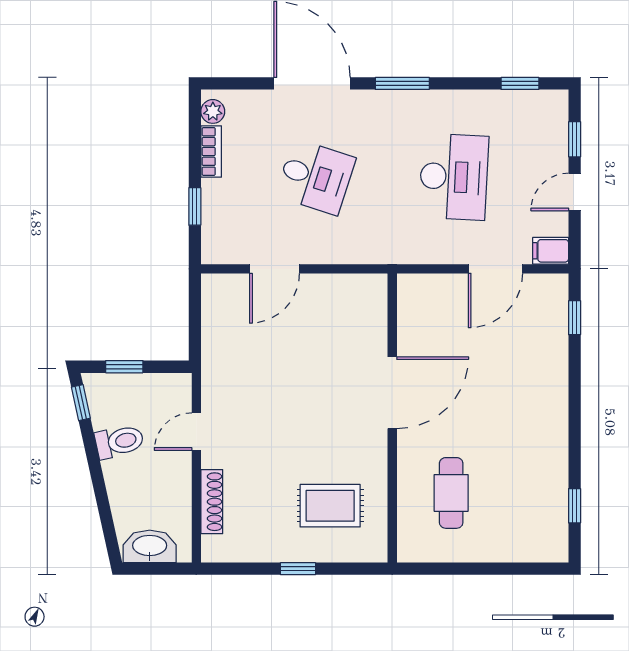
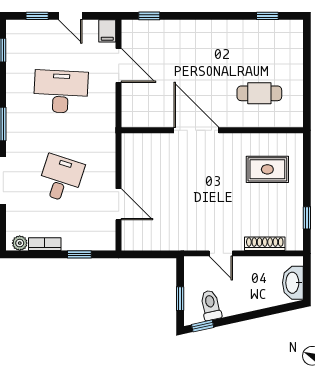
toilet: (119, 442) -> (211, 305), moved
rug: (330, 506) -> (267, 169), turned 90
window: (298, 569) -> (307, 218), moved

